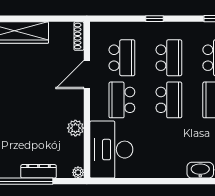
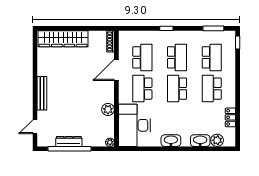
school desk: (169, 100) -> (177, 89), turned 180
washbasin: (161, 170) -> (171, 141), added
dresser: (39, 171) -> (69, 141), moved

